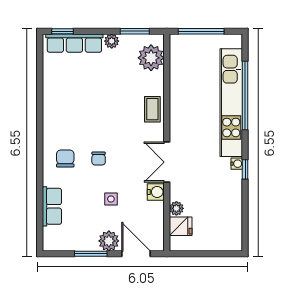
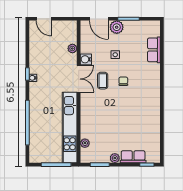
row of seats: (74, 43) -> (133, 157), width x0.68
plant: (151, 58) -> (85, 143), width x0.53, depth x0.53
kitchen unit: (231, 103) -> (70, 128), moved, turned 180
coffee table: (152, 109) -> (103, 81), moved
chair: (65, 159) -> (145, 81), removed
fridge: (181, 226) -> (70, 37), removed
door: (220, 254) -> (44, 19), added

